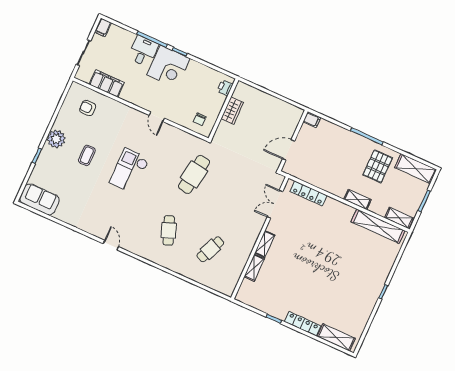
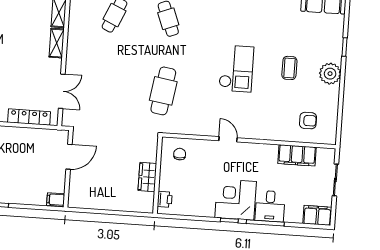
filing cabinet: (103, 27) -> (317, 215), width x2.00

